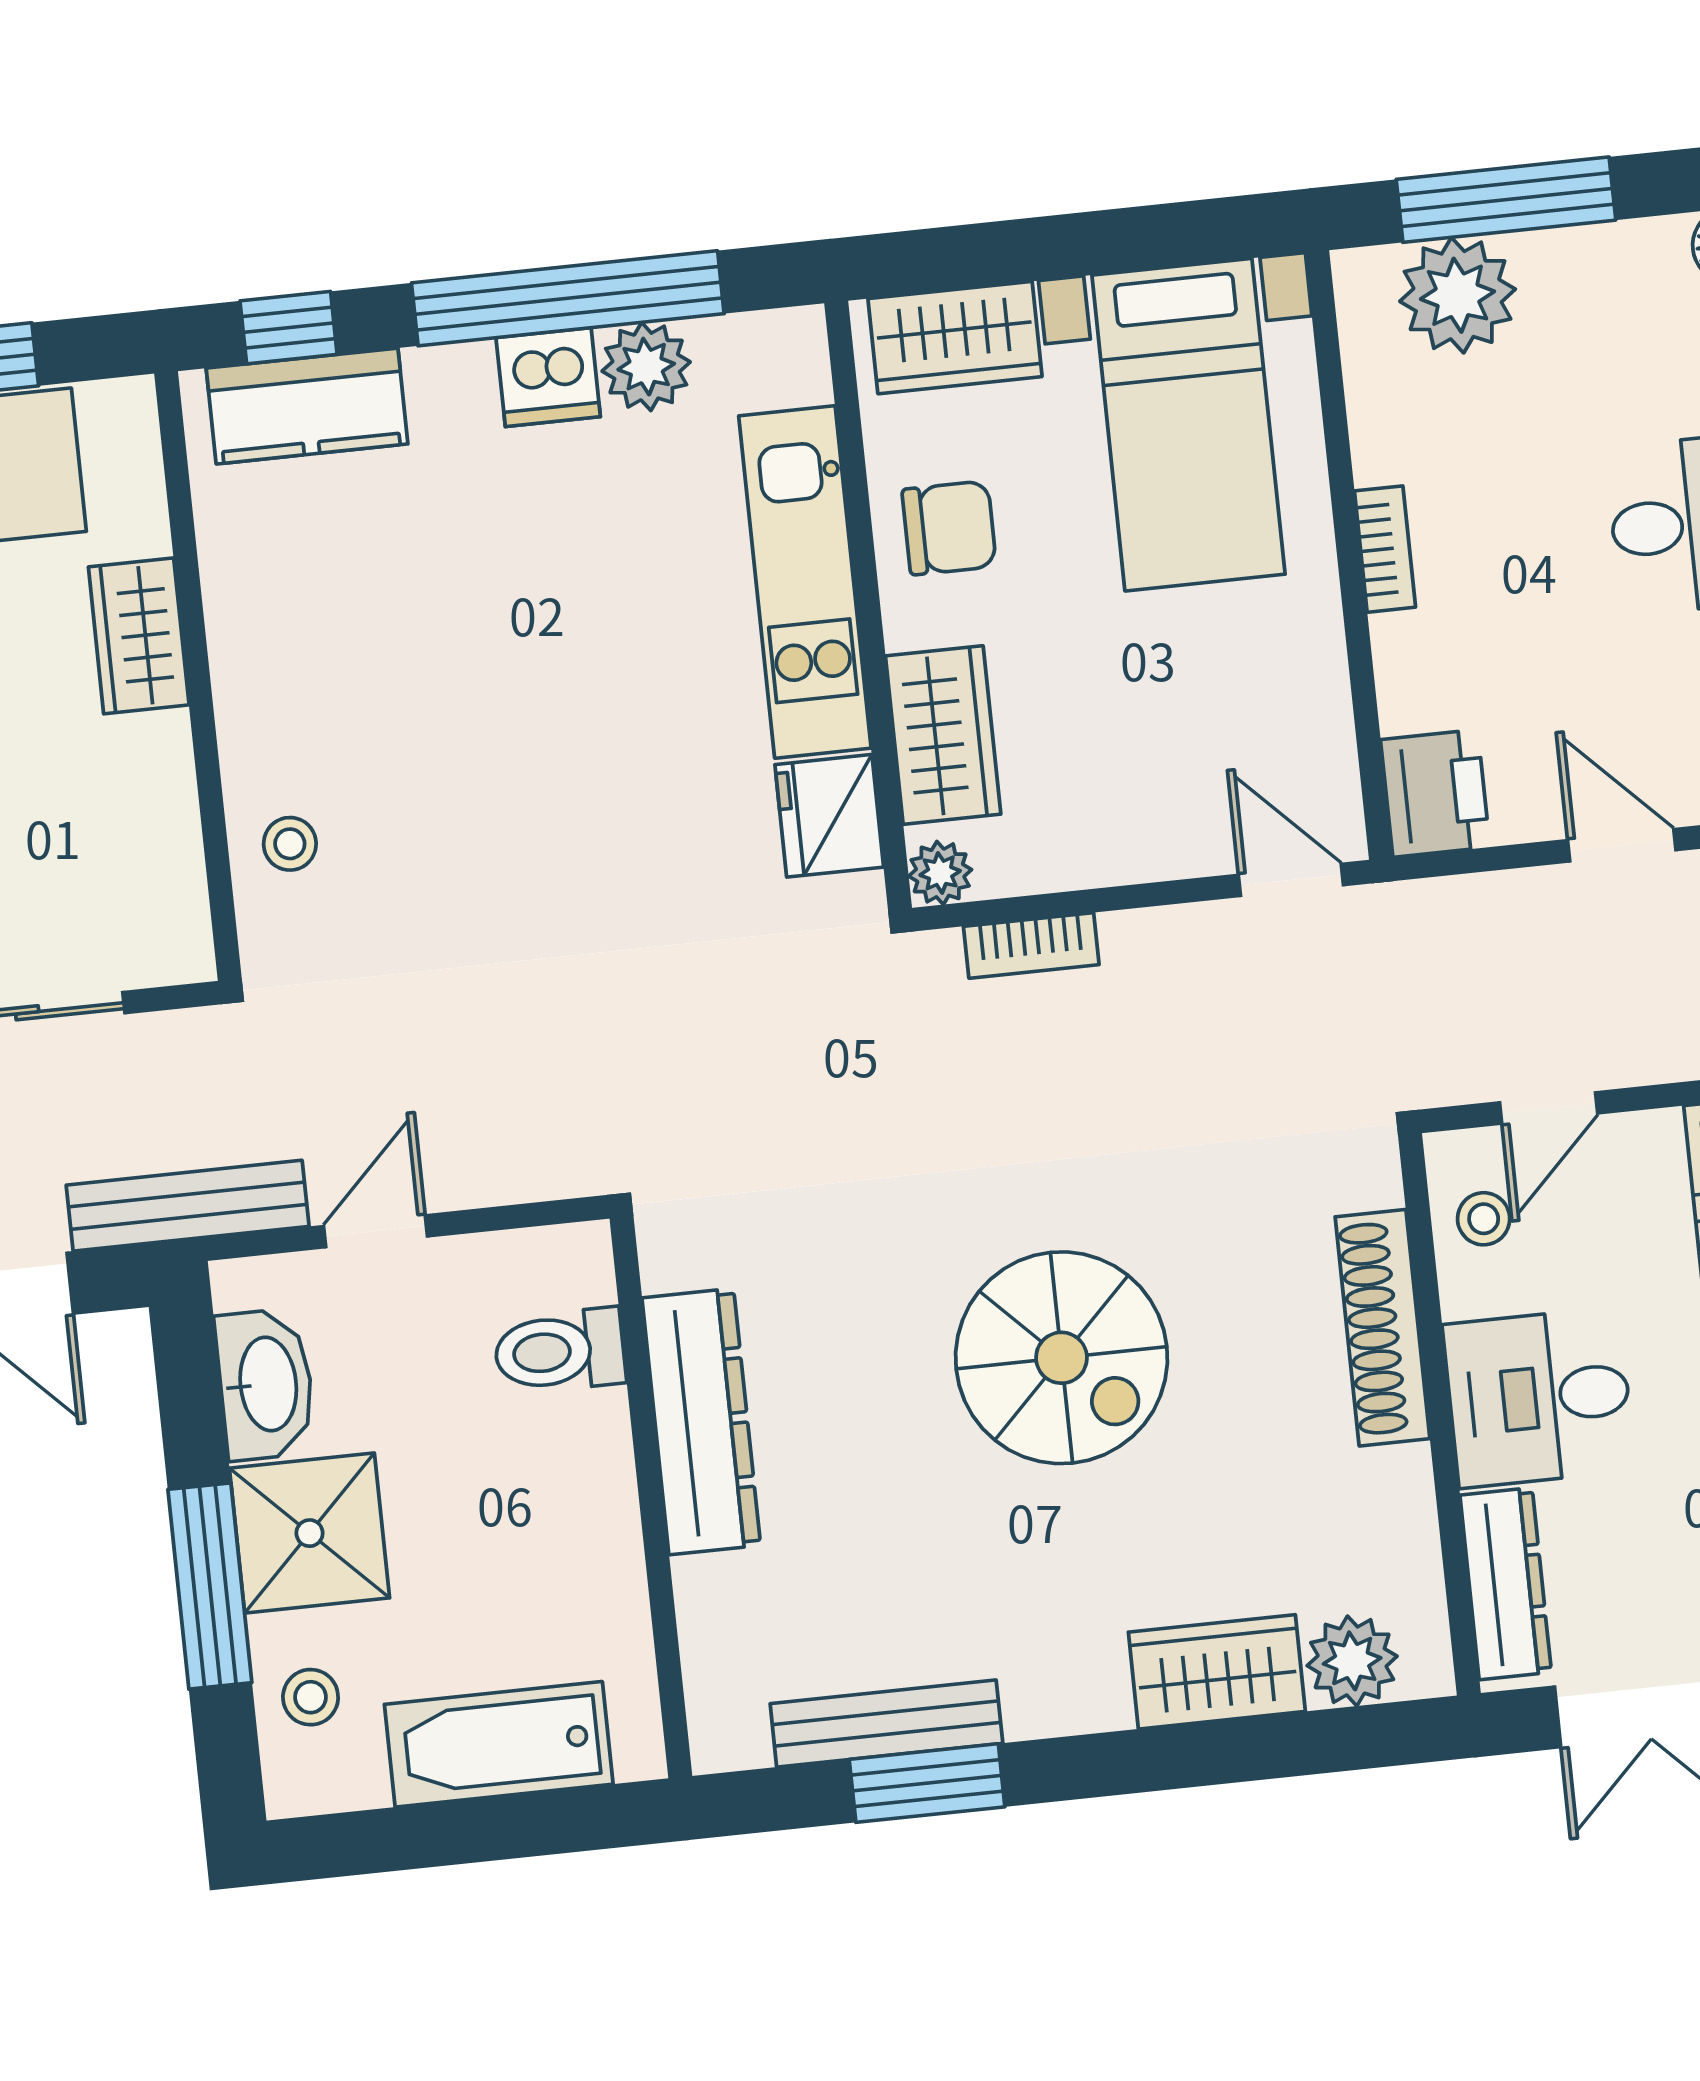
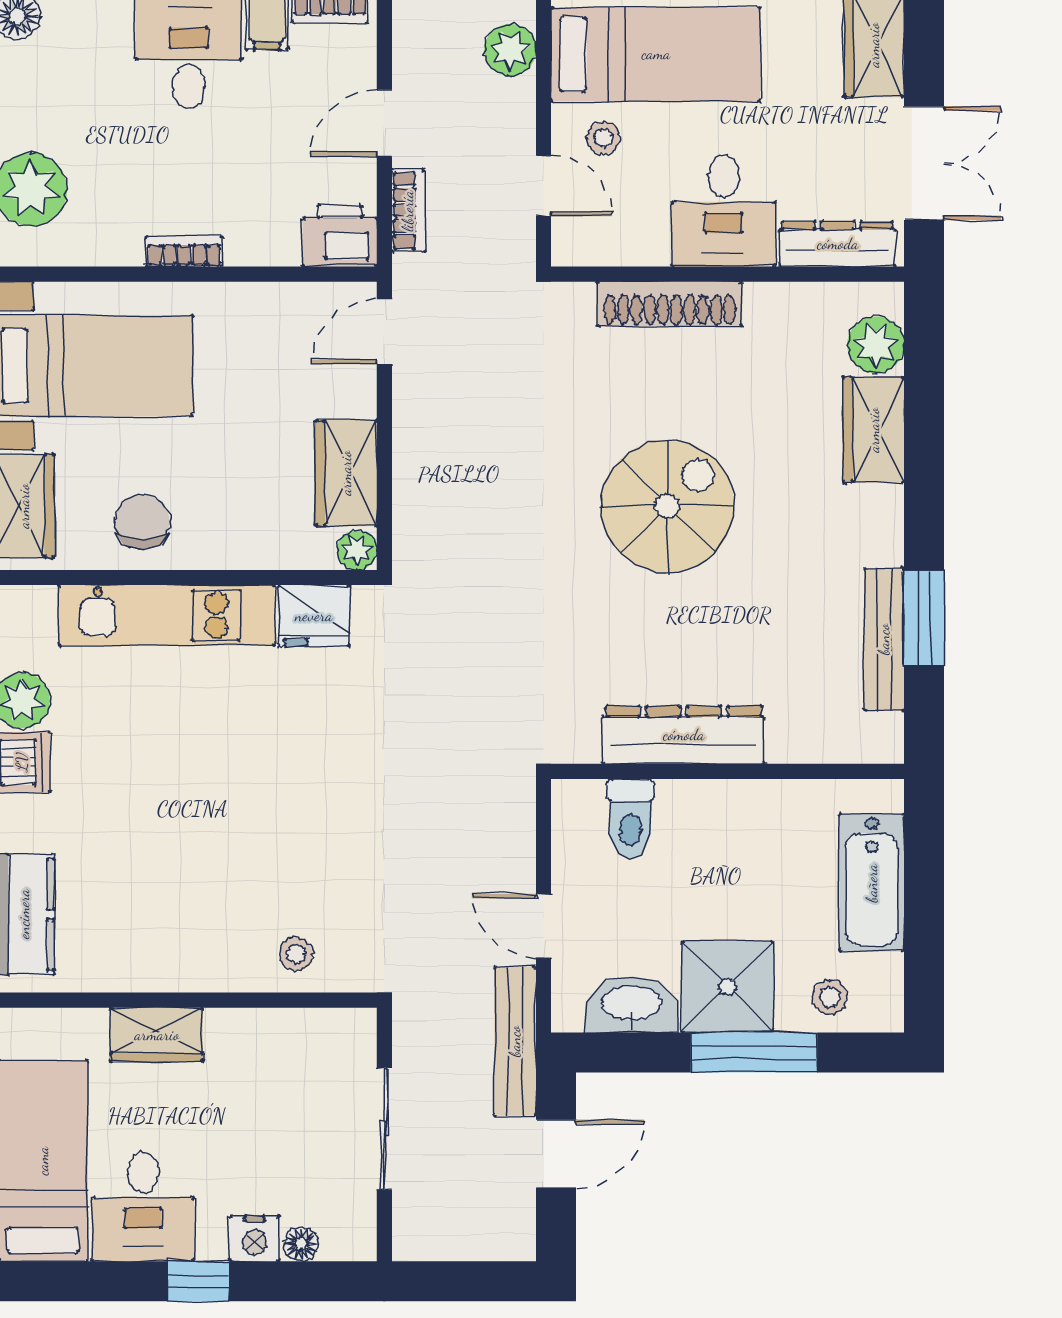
wardrobe: (943, 735) -> (346, 473), moved, turned -90
bookcase: (1031, 946) -> (408, 211), moved
stool: (1484, 1219) -> (604, 138), moved

